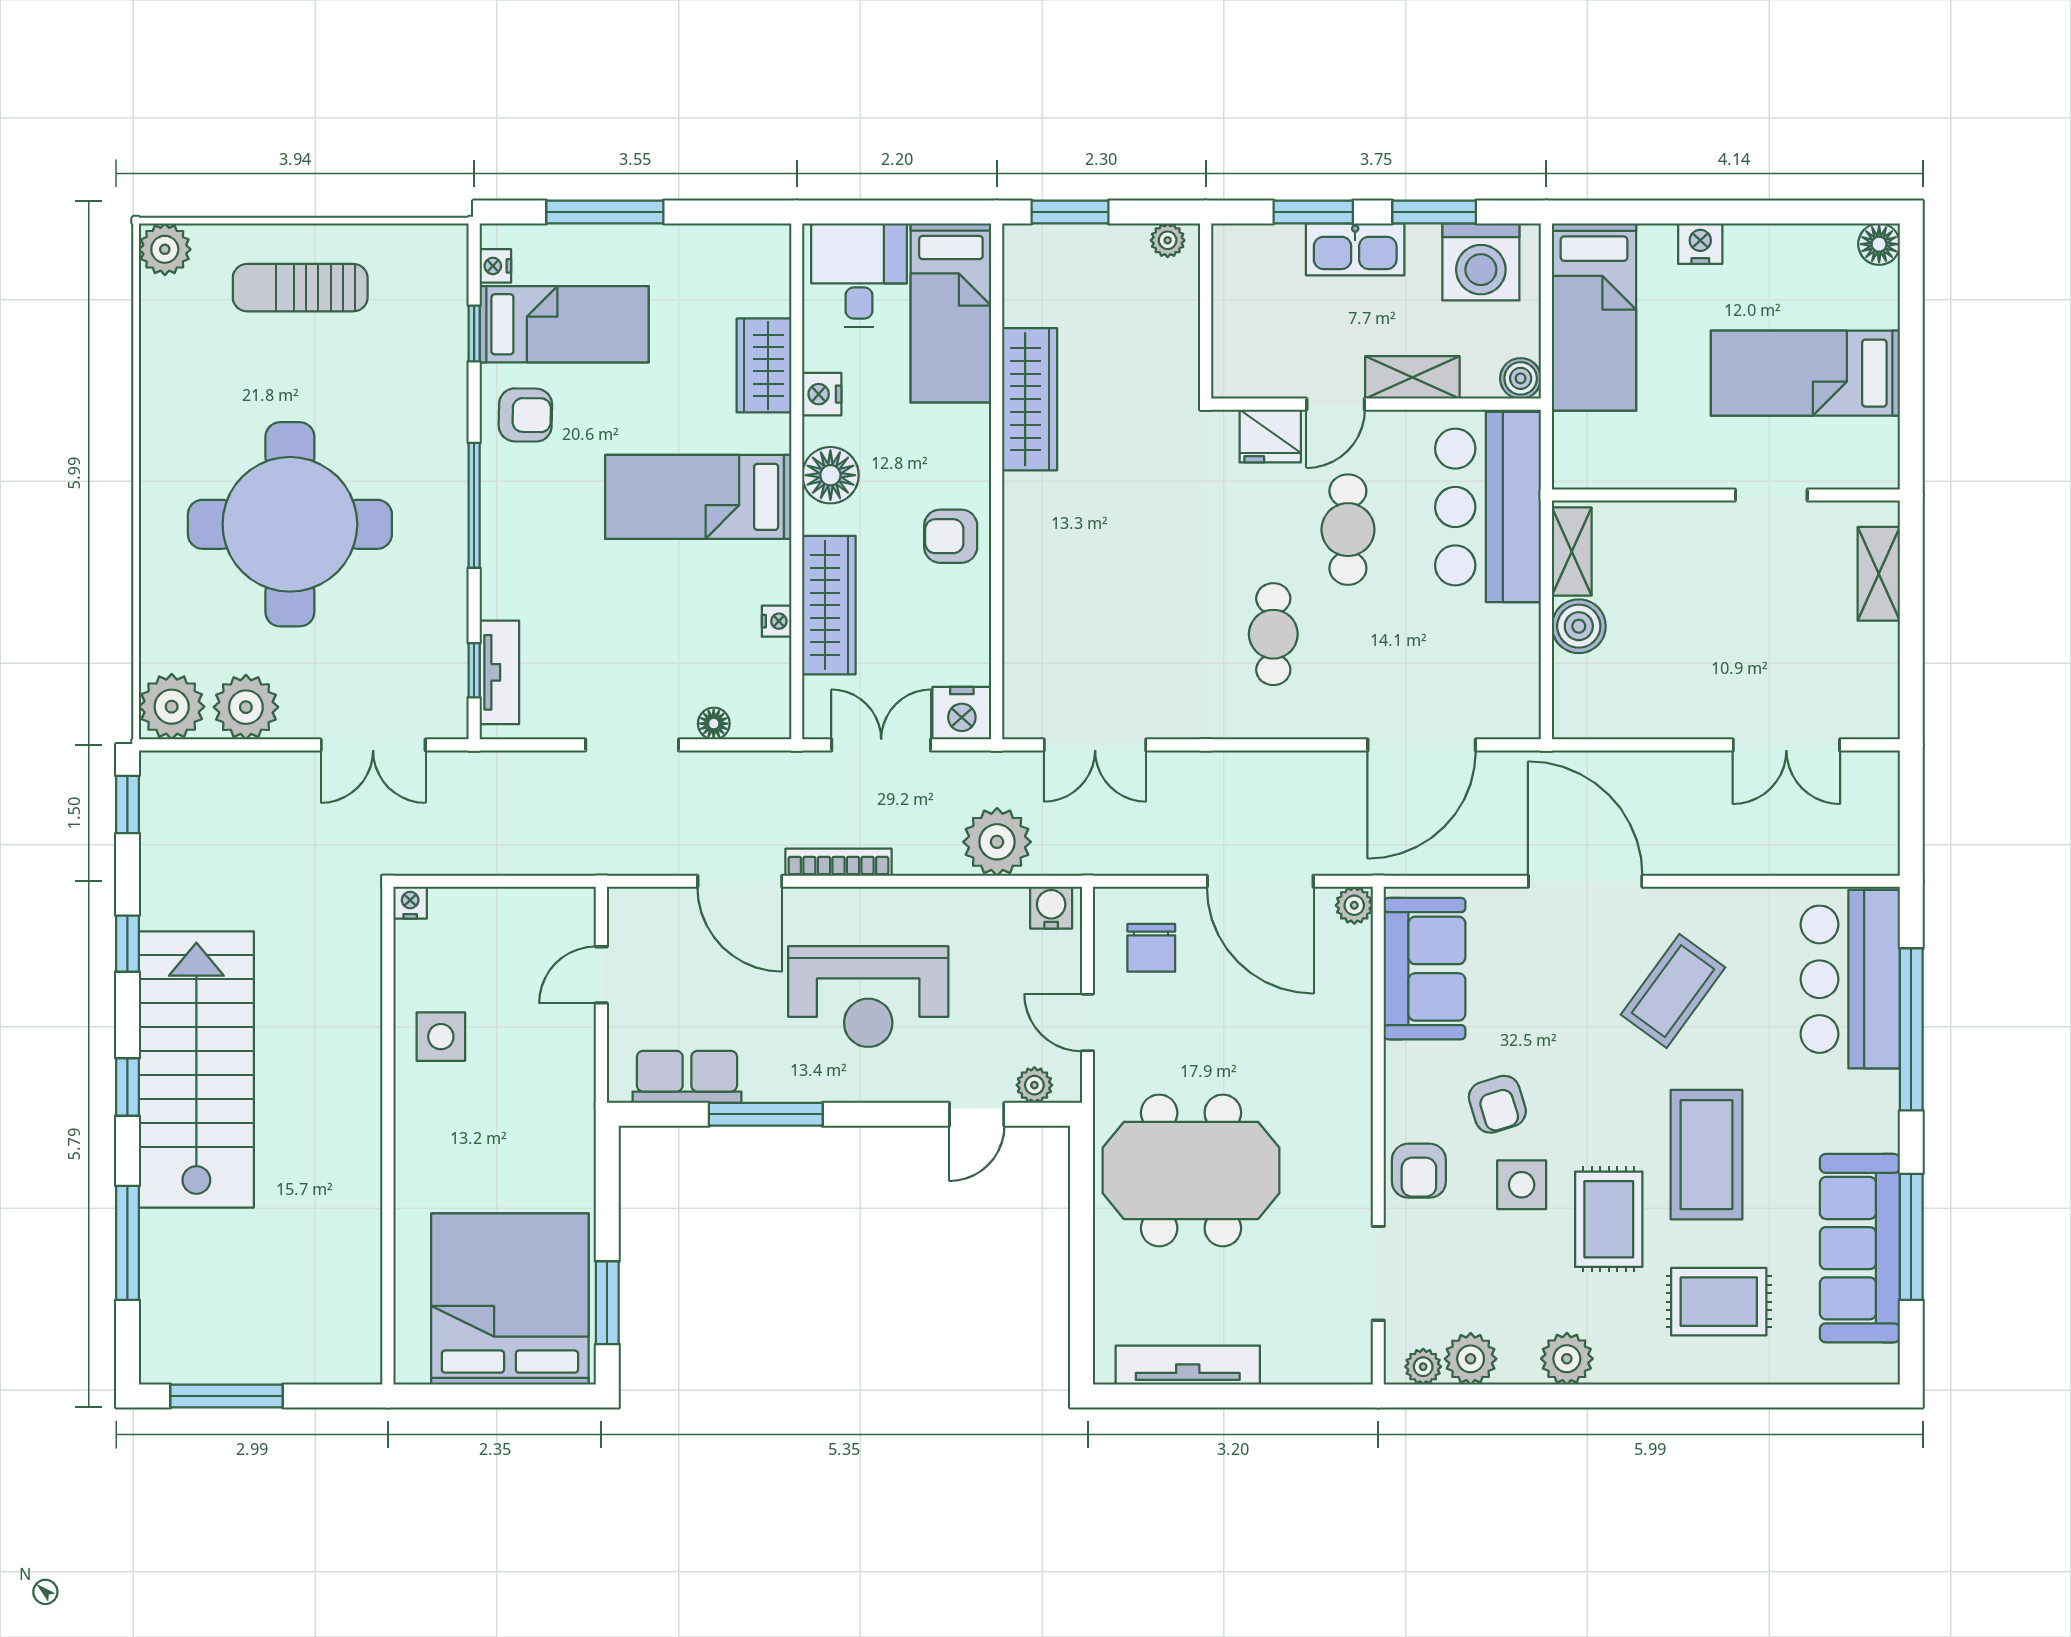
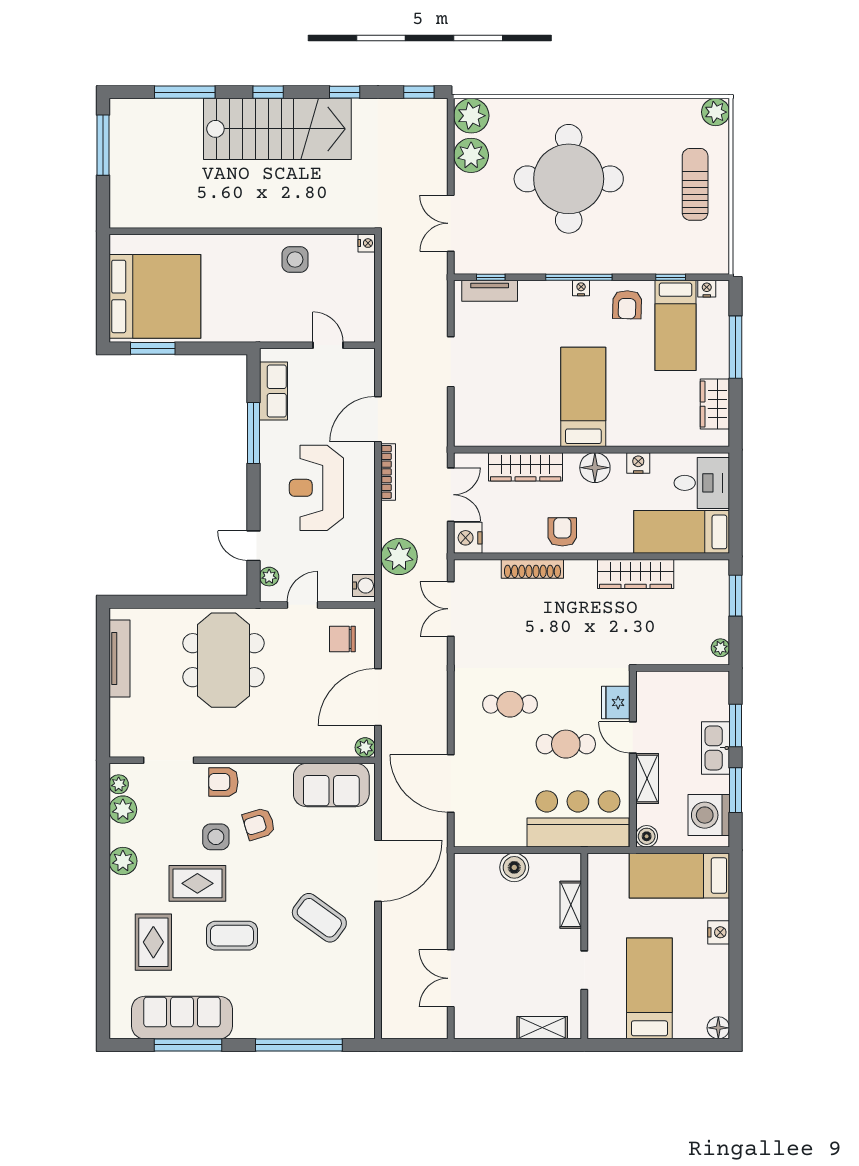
wardrobe: (764, 365) -> (715, 404), moved, turned -90
shelving: (1572, 552) -> (571, 905), moved, turned 90
shoe rack: (1020, 592) -> (532, 569), added
nightstand: (777, 621) -> (581, 288), moved, turned 180
floor lamp: (714, 724) -> (462, 405), removed
bar counter: (1850, 979) -> (326, 1012), removed
coffee table: (1706, 1155) -> (232, 936), width x0.73, depth x0.76

